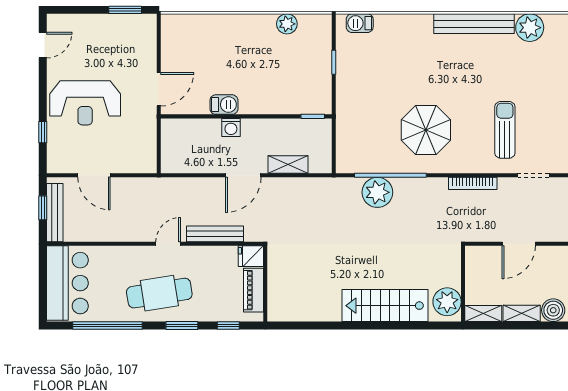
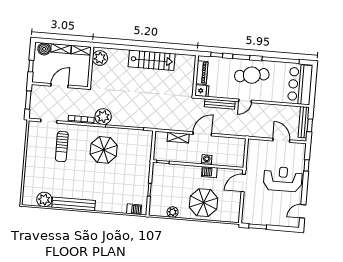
parasol: (230, 46) -> (204, 203), added
plant: (377, 192) -> (103, 117), moved
stairs: (385, 306) -> (152, 60), moved

